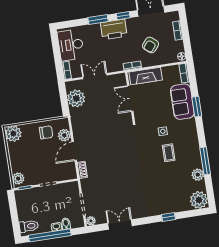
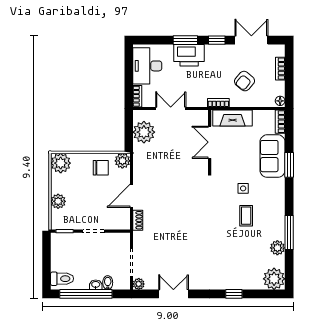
printer: (114, 29) -> (189, 55), moved
plant: (64, 135) -> (122, 161), moved
plant: (18, 179) -> (58, 201), moved

